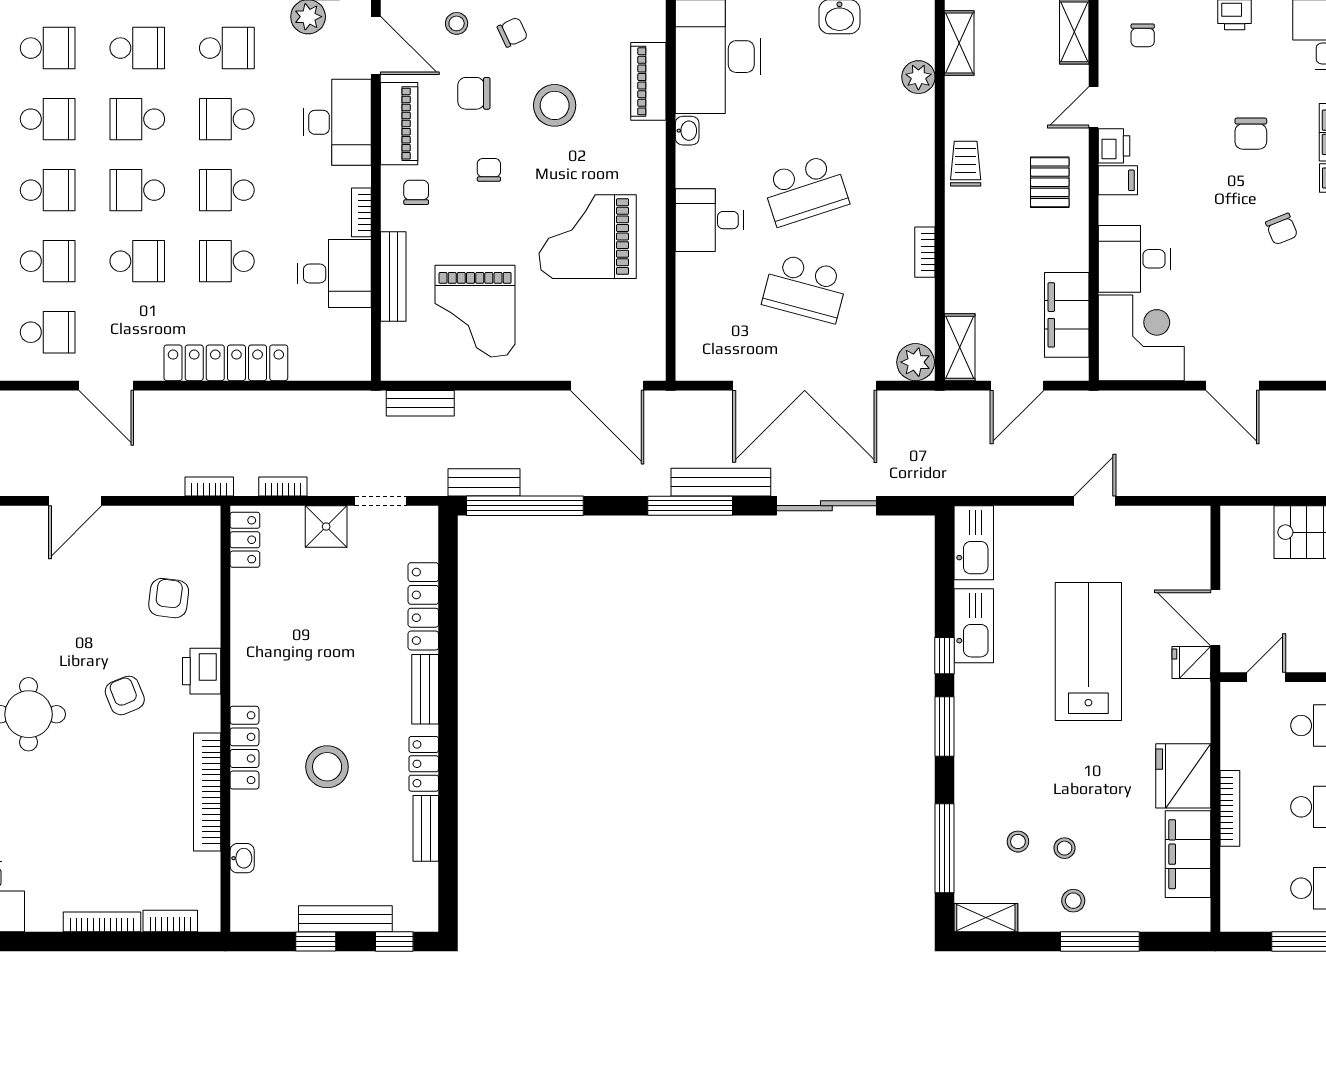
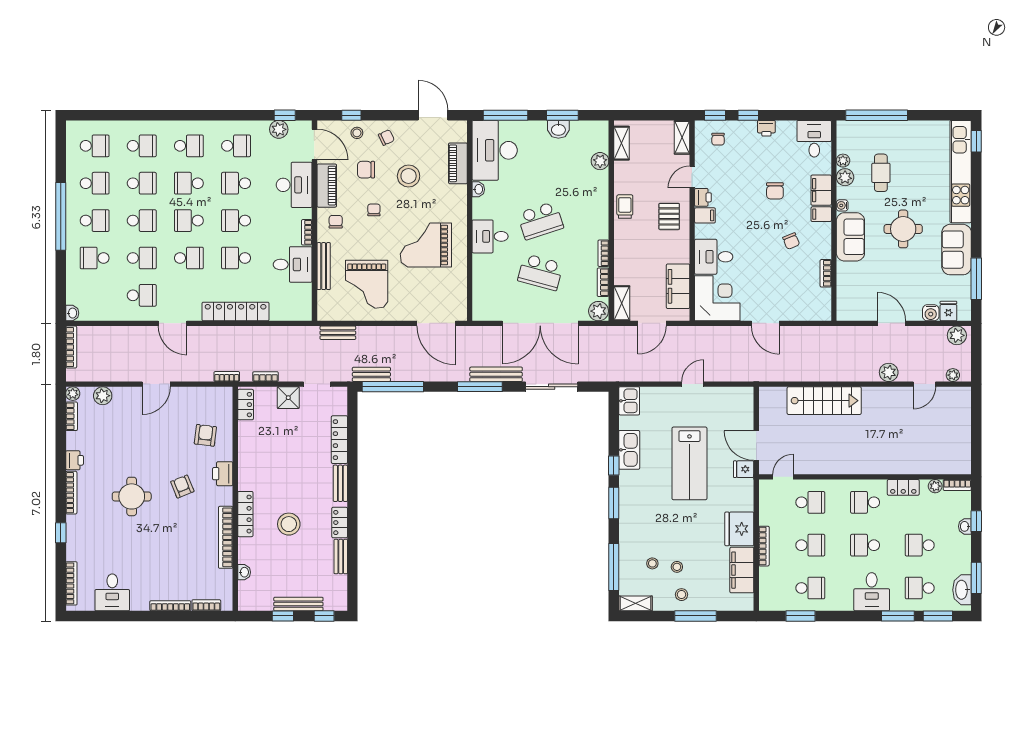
bookcase: (924, 307) -> (603, 282), added
kitchen sink: (974, 543) -> (629, 401), width x0.73
lab bench: (1088, 651) -> (689, 463), turned 180

